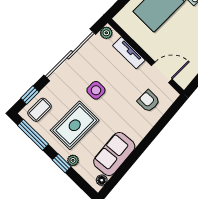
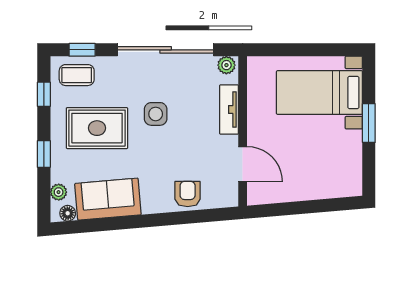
armchair: (148, 101) -> (188, 194), moved
window: (33, 135) -> (44, 94), width x0.46
plant: (73, 160) -> (59, 192), moved

